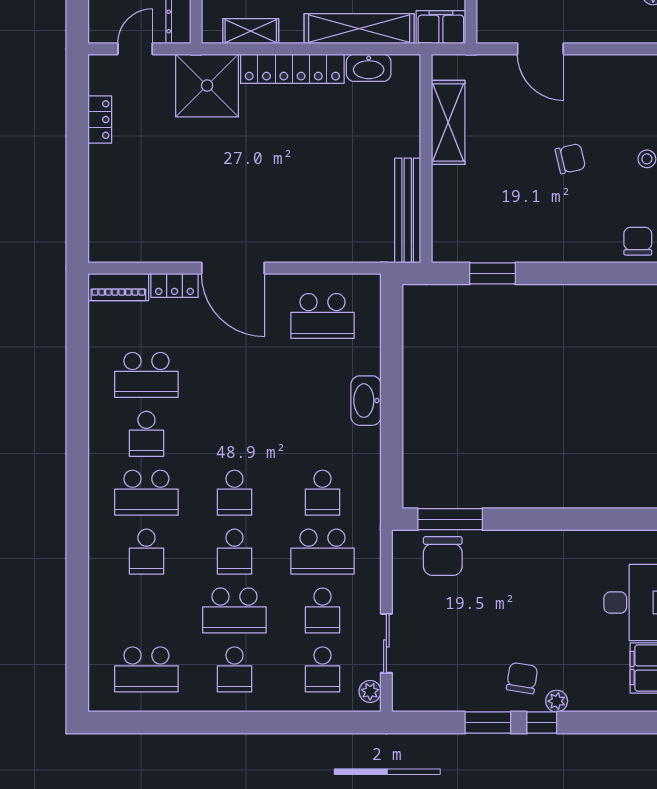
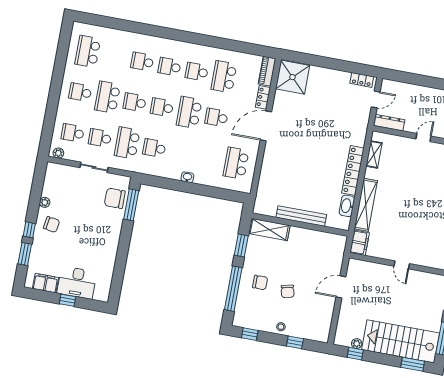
door: (135, 49) -> (376, 99), hinge flipped
shower: (207, 86) -> (292, 77), moved
locker: (100, 120) -> (362, 80), moved
shelving: (448, 122) -> (269, 229), moved
bench: (408, 210) -> (301, 216), moved
chair: (638, 241) -> (260, 282), moved
window: (586, 273) -> (233, 289), added
school desk: (234, 375) -> (216, 117), added
washbasin: (366, 401) -> (187, 177), width x0.52, depth x0.69
school desk: (234, 434) -> (189, 112), added
school desk: (146, 493) -> (169, 67), width x0.54
sliding door: (386, 643) -> (94, 167), moved
plant: (557, 701) -> (45, 202), moved
window: (488, 723) -> (25, 254), moved

